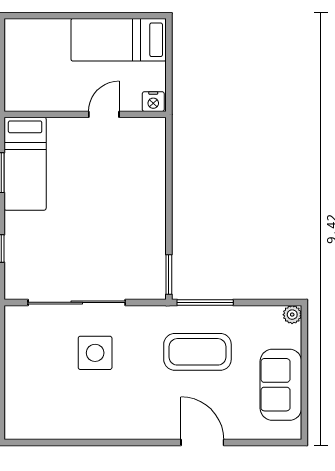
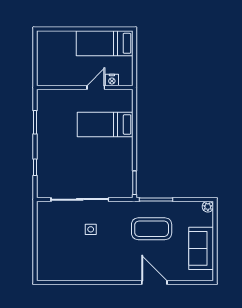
nightstand: (153, 102) -> (112, 80), moved
bed: (25, 164) -> (105, 124), moved, turned 90
side table: (95, 353) -> (91, 229), width x0.54, depth x0.54

